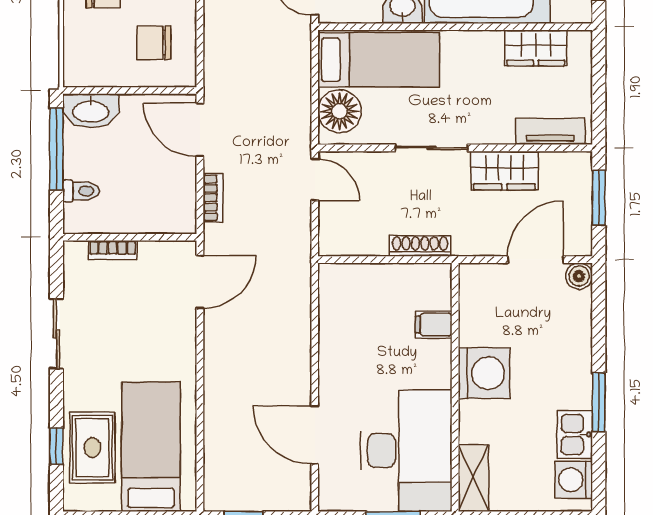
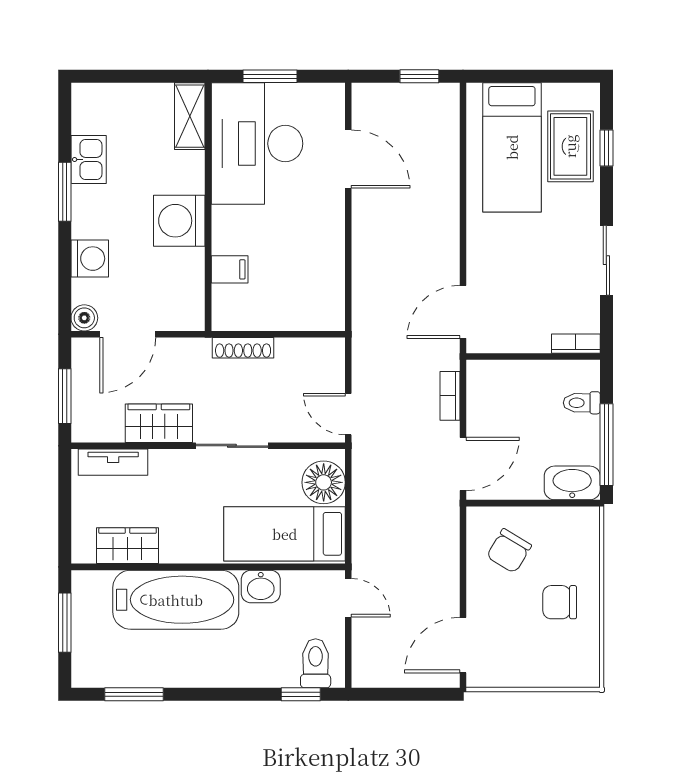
chair: (154, 43) -> (509, 551), turned 121
door: (200, 130) -> (463, 464), hinge flipped
bookcase: (113, 250) -> (576, 344), moved
washing machine: (574, 480) -> (90, 259), moved

